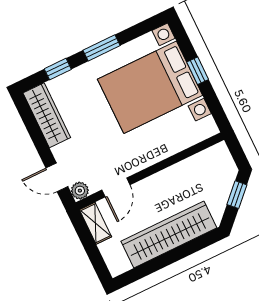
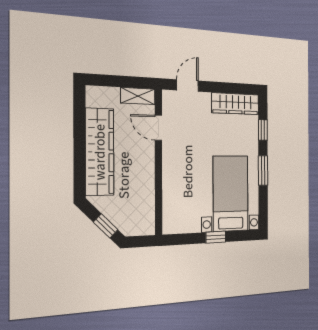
bed with nightstands: (150, 87) -> (231, 193), width x0.73
plant: (80, 191) -> (169, 98), removed

